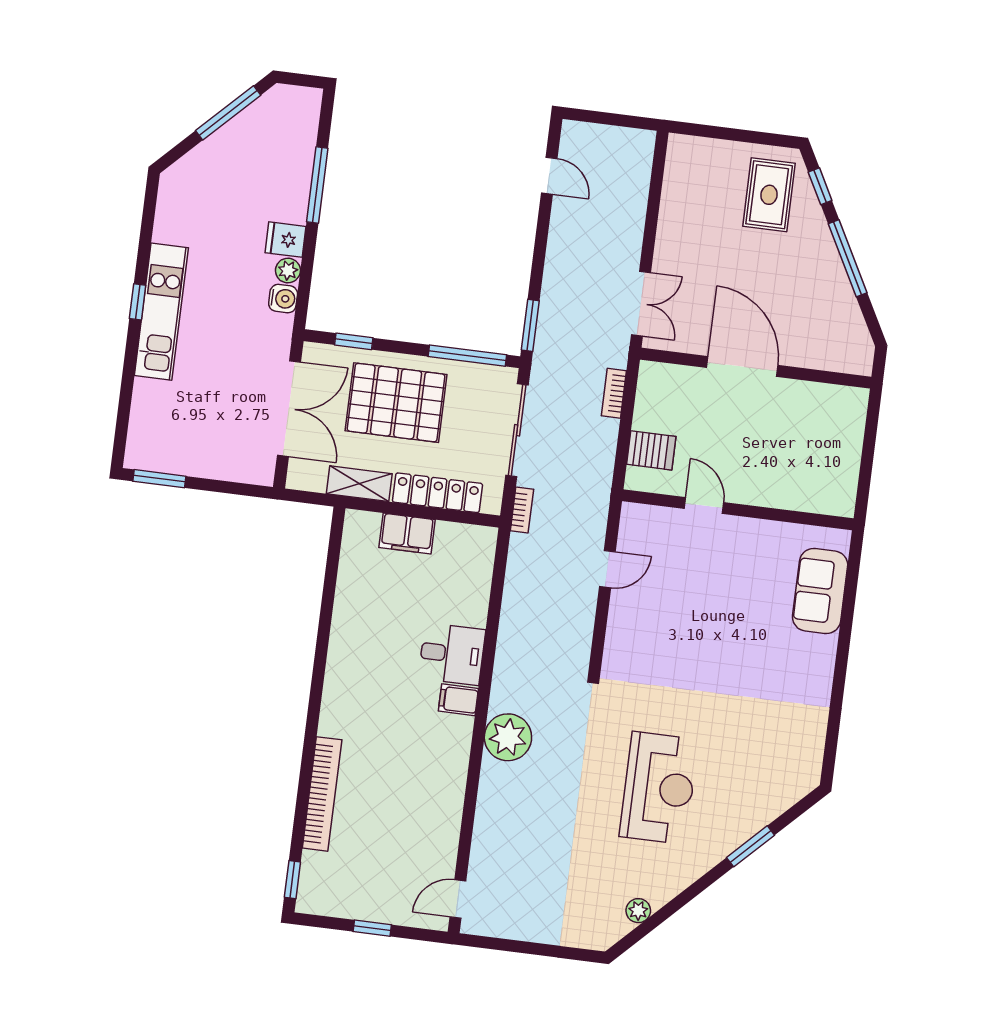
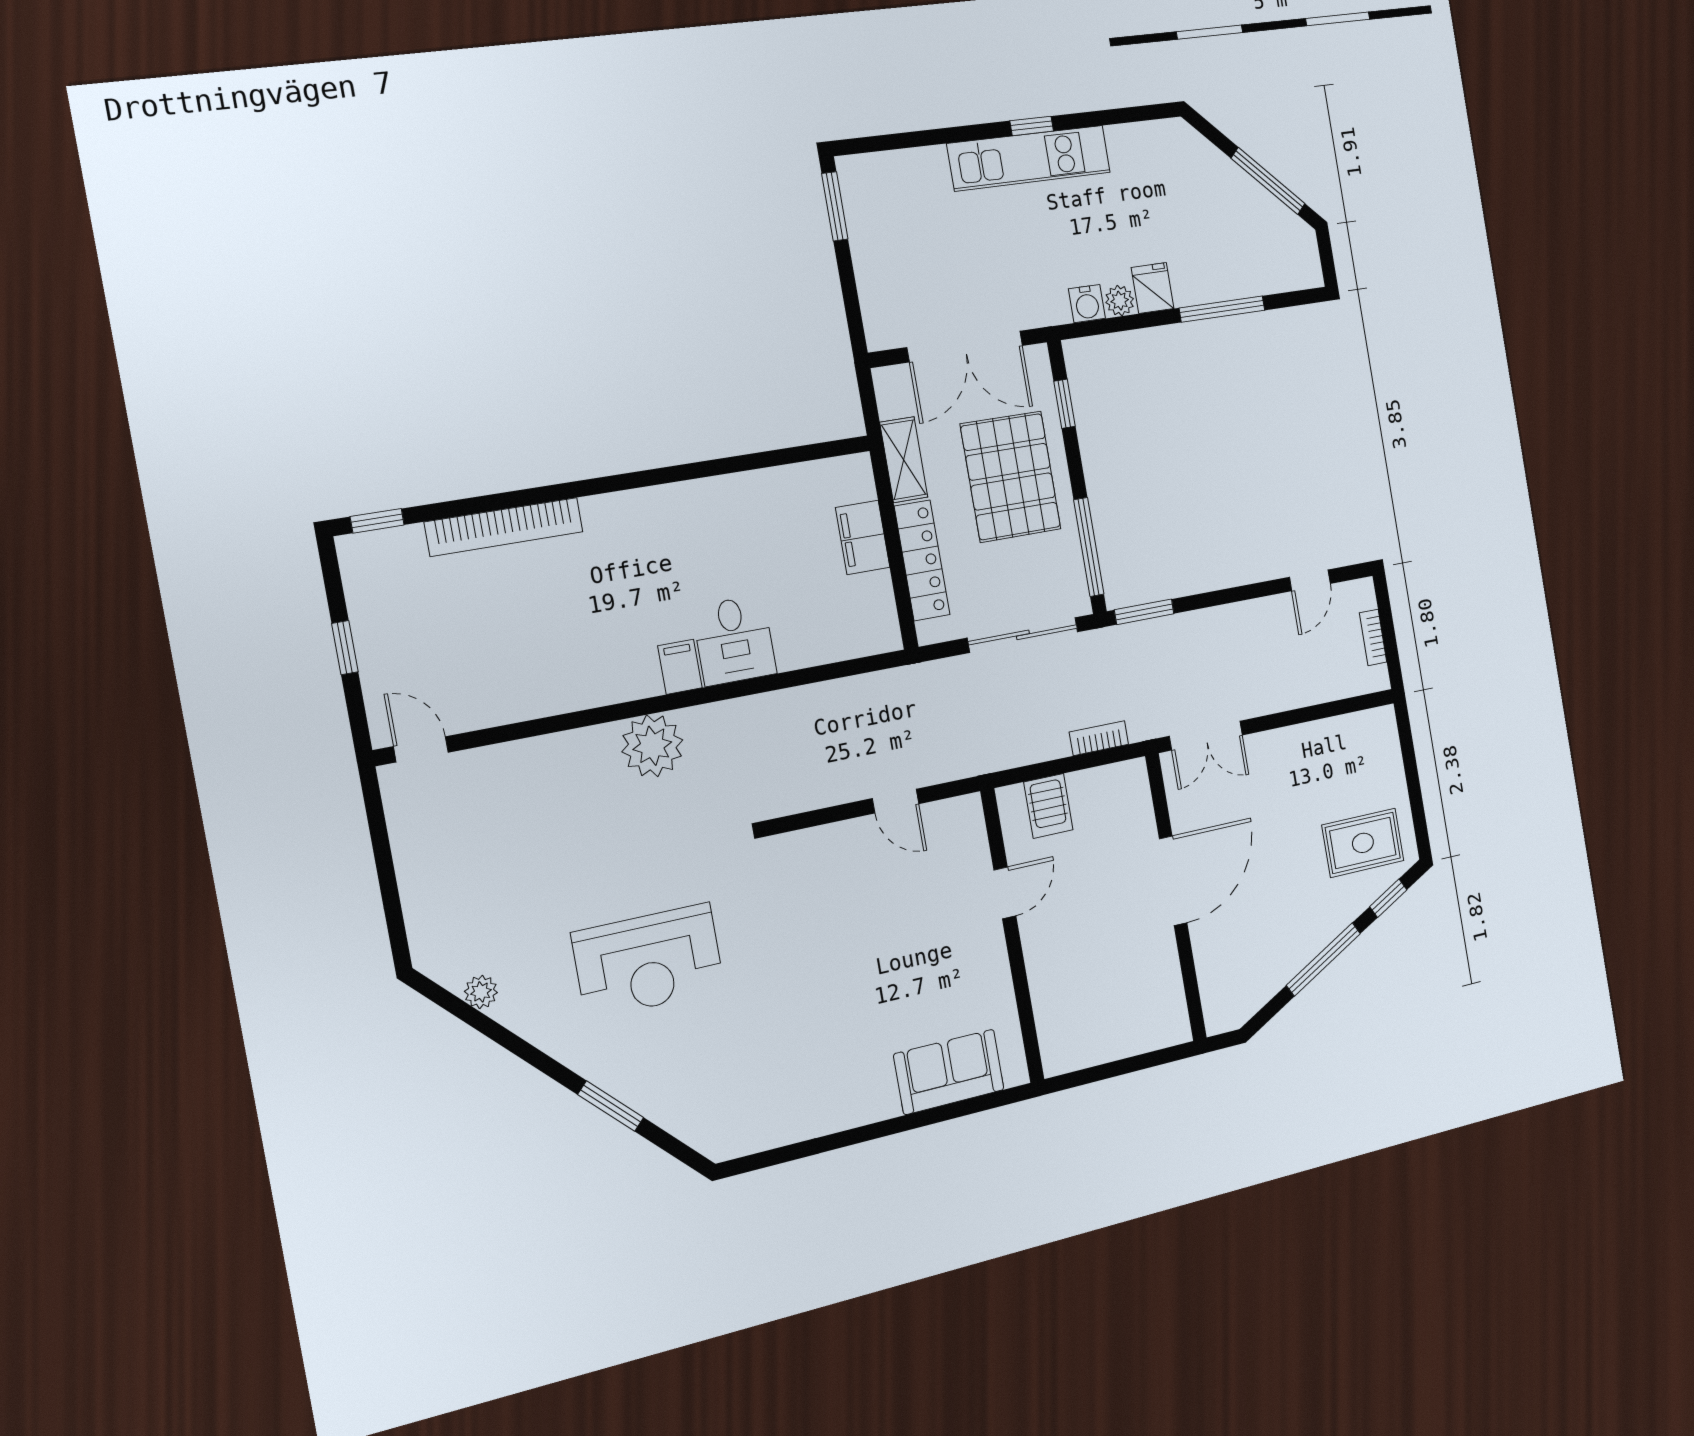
bookcase: (522, 510) -> (1373, 637), moved, turned 90

